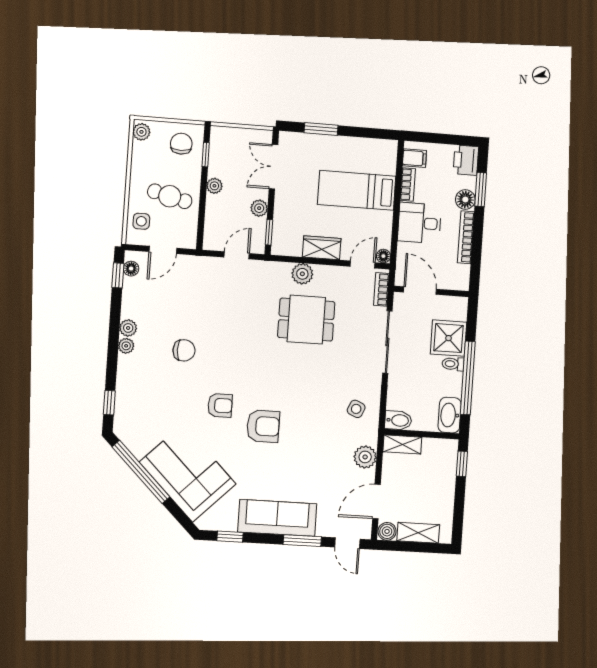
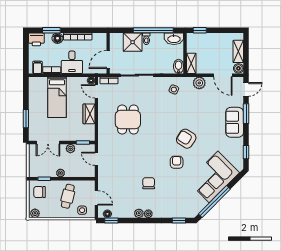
plant: (302, 274) -> (104, 123), removed
armchair: (263, 426) -> (186, 139), turned -57
sofa: (277, 518) -> (235, 122), width x0.73

